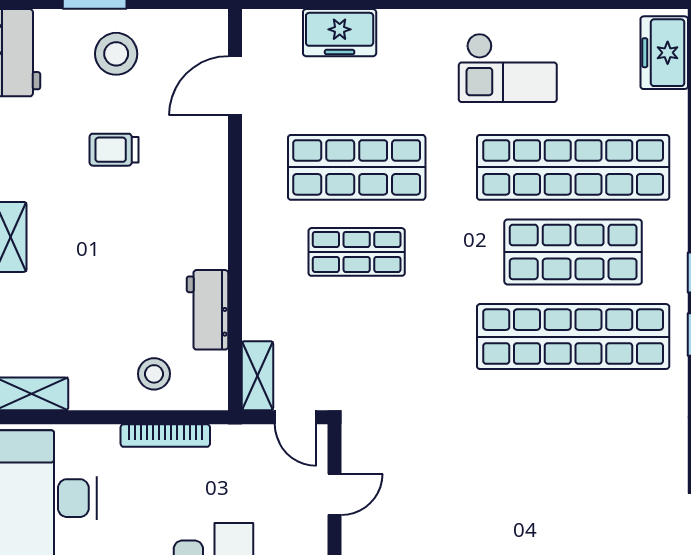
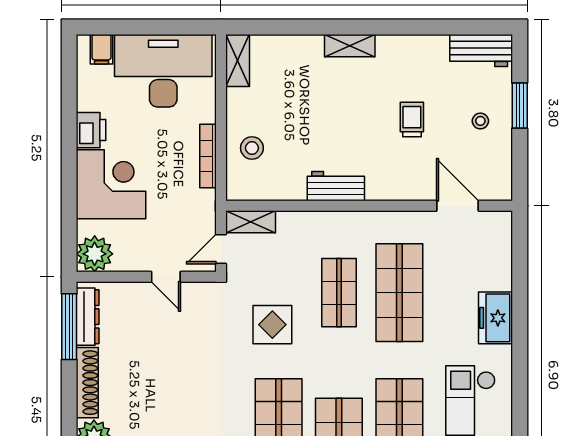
freezer: (340, 33) -> (496, 318), moved
stool: (116, 54) -> (480, 121), width x0.53, depth x0.53
workbench: (208, 310) -> (336, 186), moved
display table: (401, 345) -> (272, 325), added

